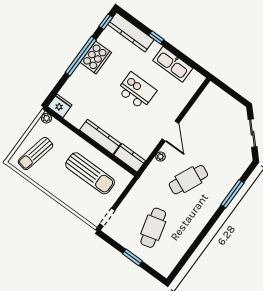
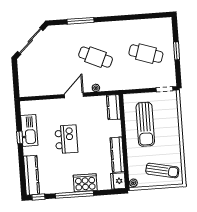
window: (156, 37) -> (20, 137), moved
cooker: (96, 57) -> (85, 183), moved
kitchen island: (137, 91) -> (66, 139), turned 180
sliding door: (253, 133) -> (30, 41), width x1.37
kitchen counter: (100, 137) -> (117, 155), moved
sun lounger: (90, 173) -> (145, 124), turned 180
cafe table: (153, 228) -> (146, 54), turned 33

